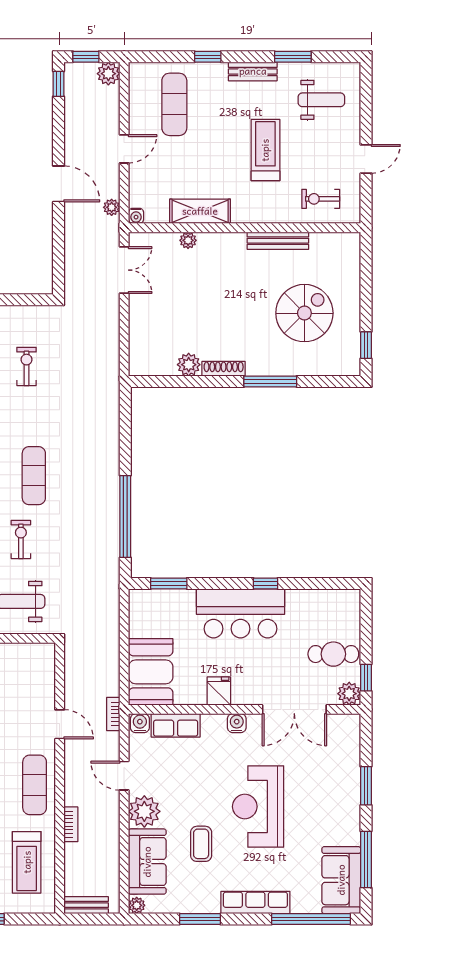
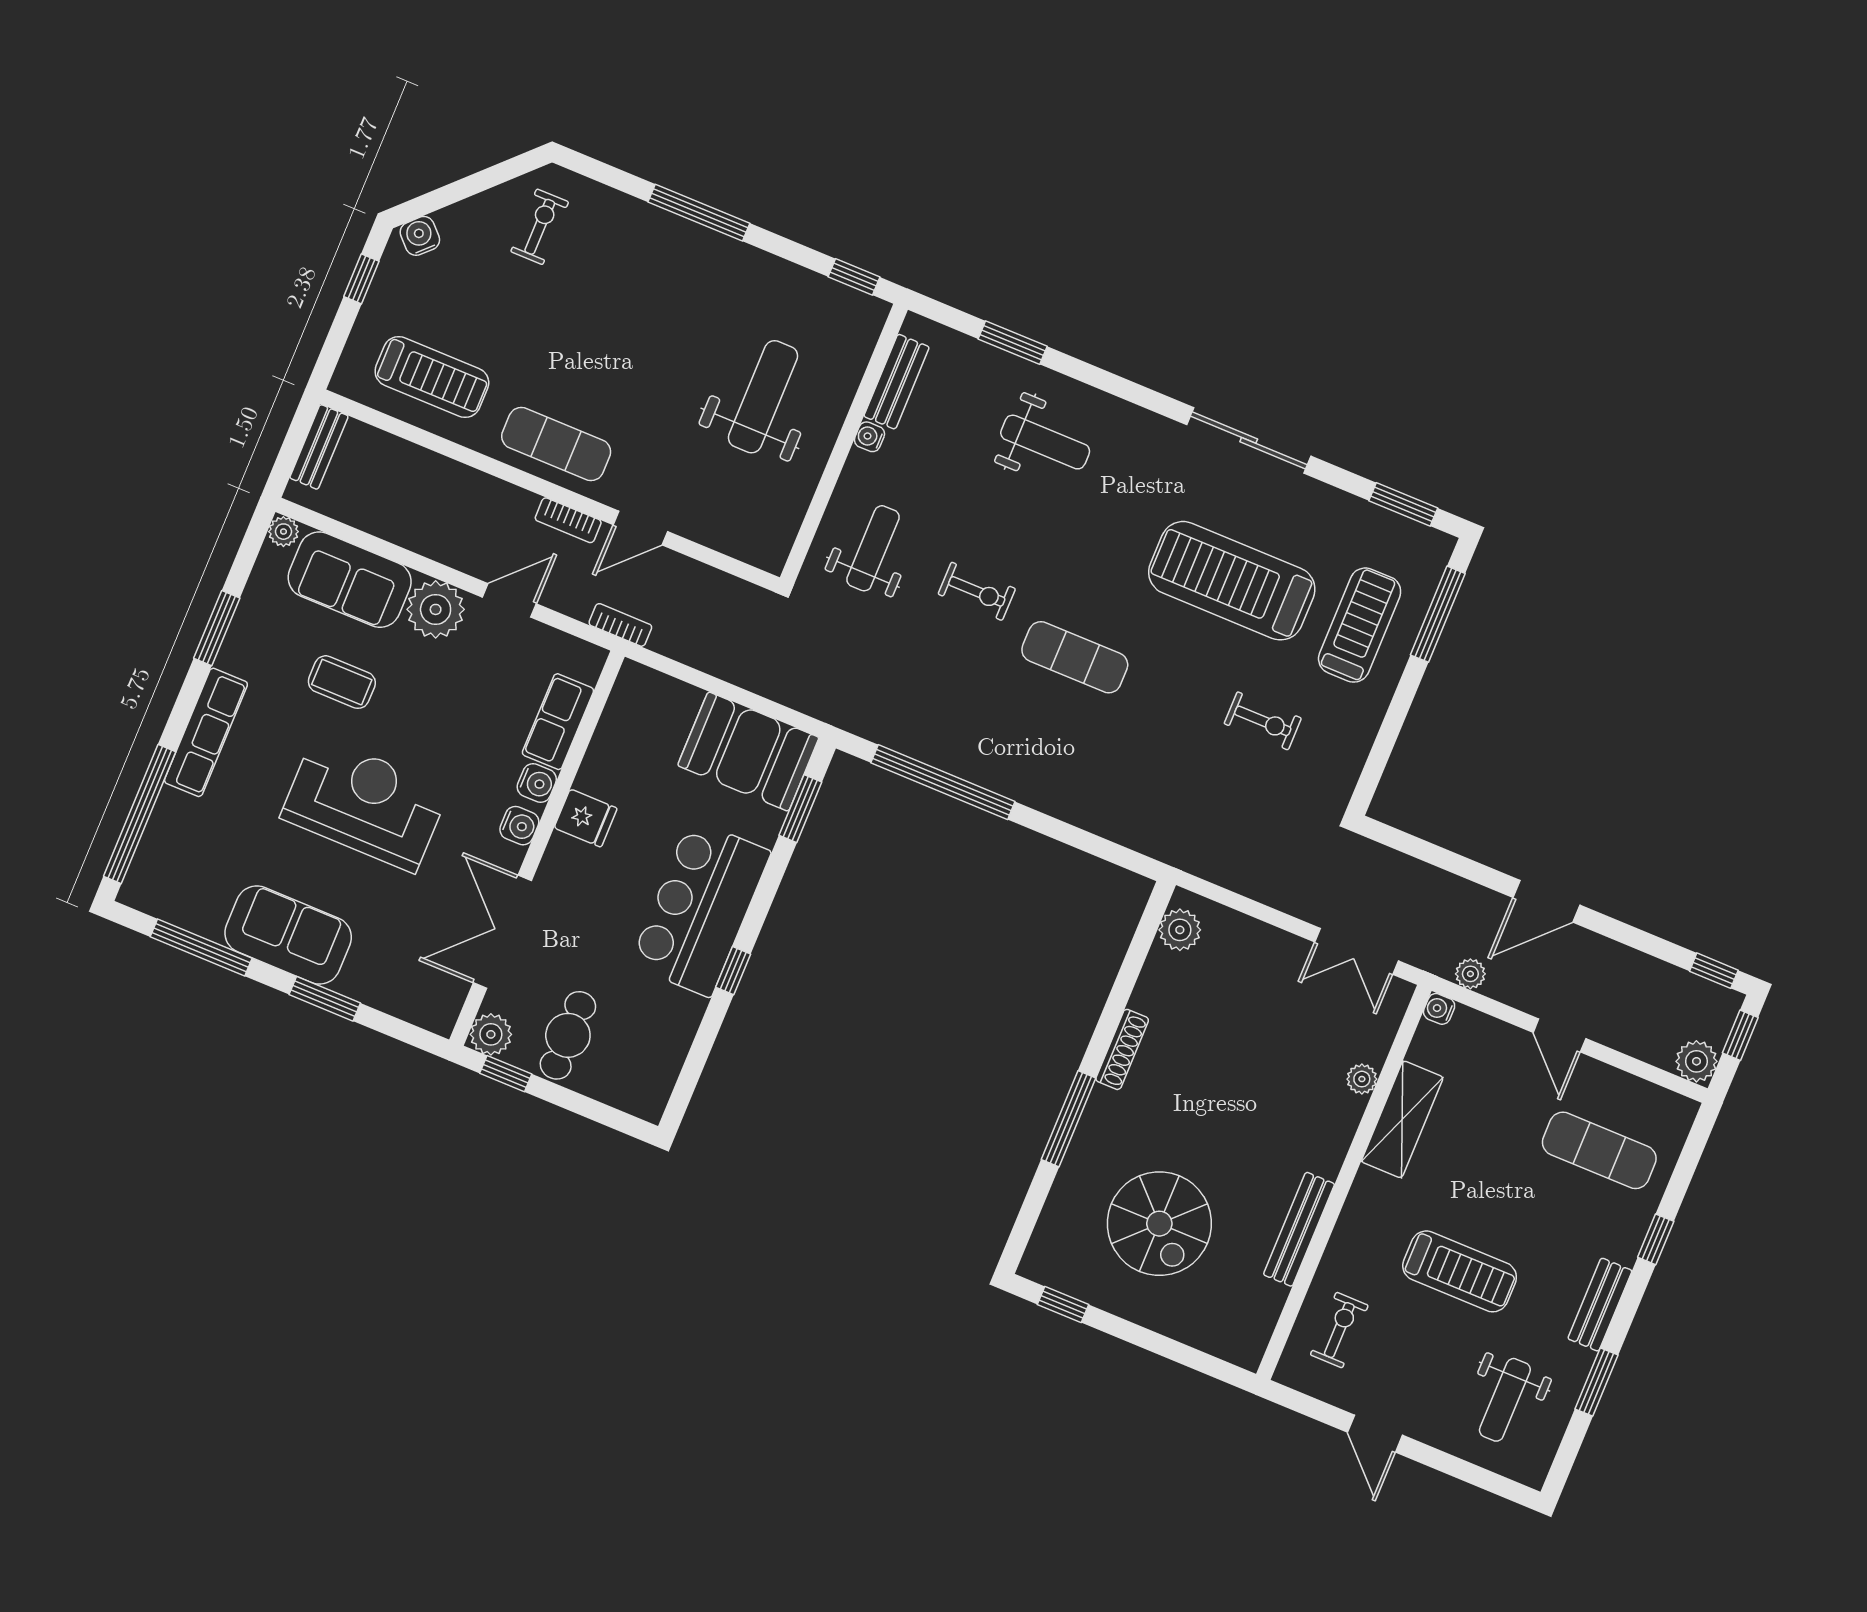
plant: (189, 365) -> (1180, 930), moved
booth: (151, 672) -> (748, 751), moved
water cooler: (140, 723) -> (537, 783), moved
bookcase: (71, 824) -> (568, 520), moved
treadmill: (27, 862) -> (432, 377), turned 180
sofa: (341, 880) -> (288, 935), moved

